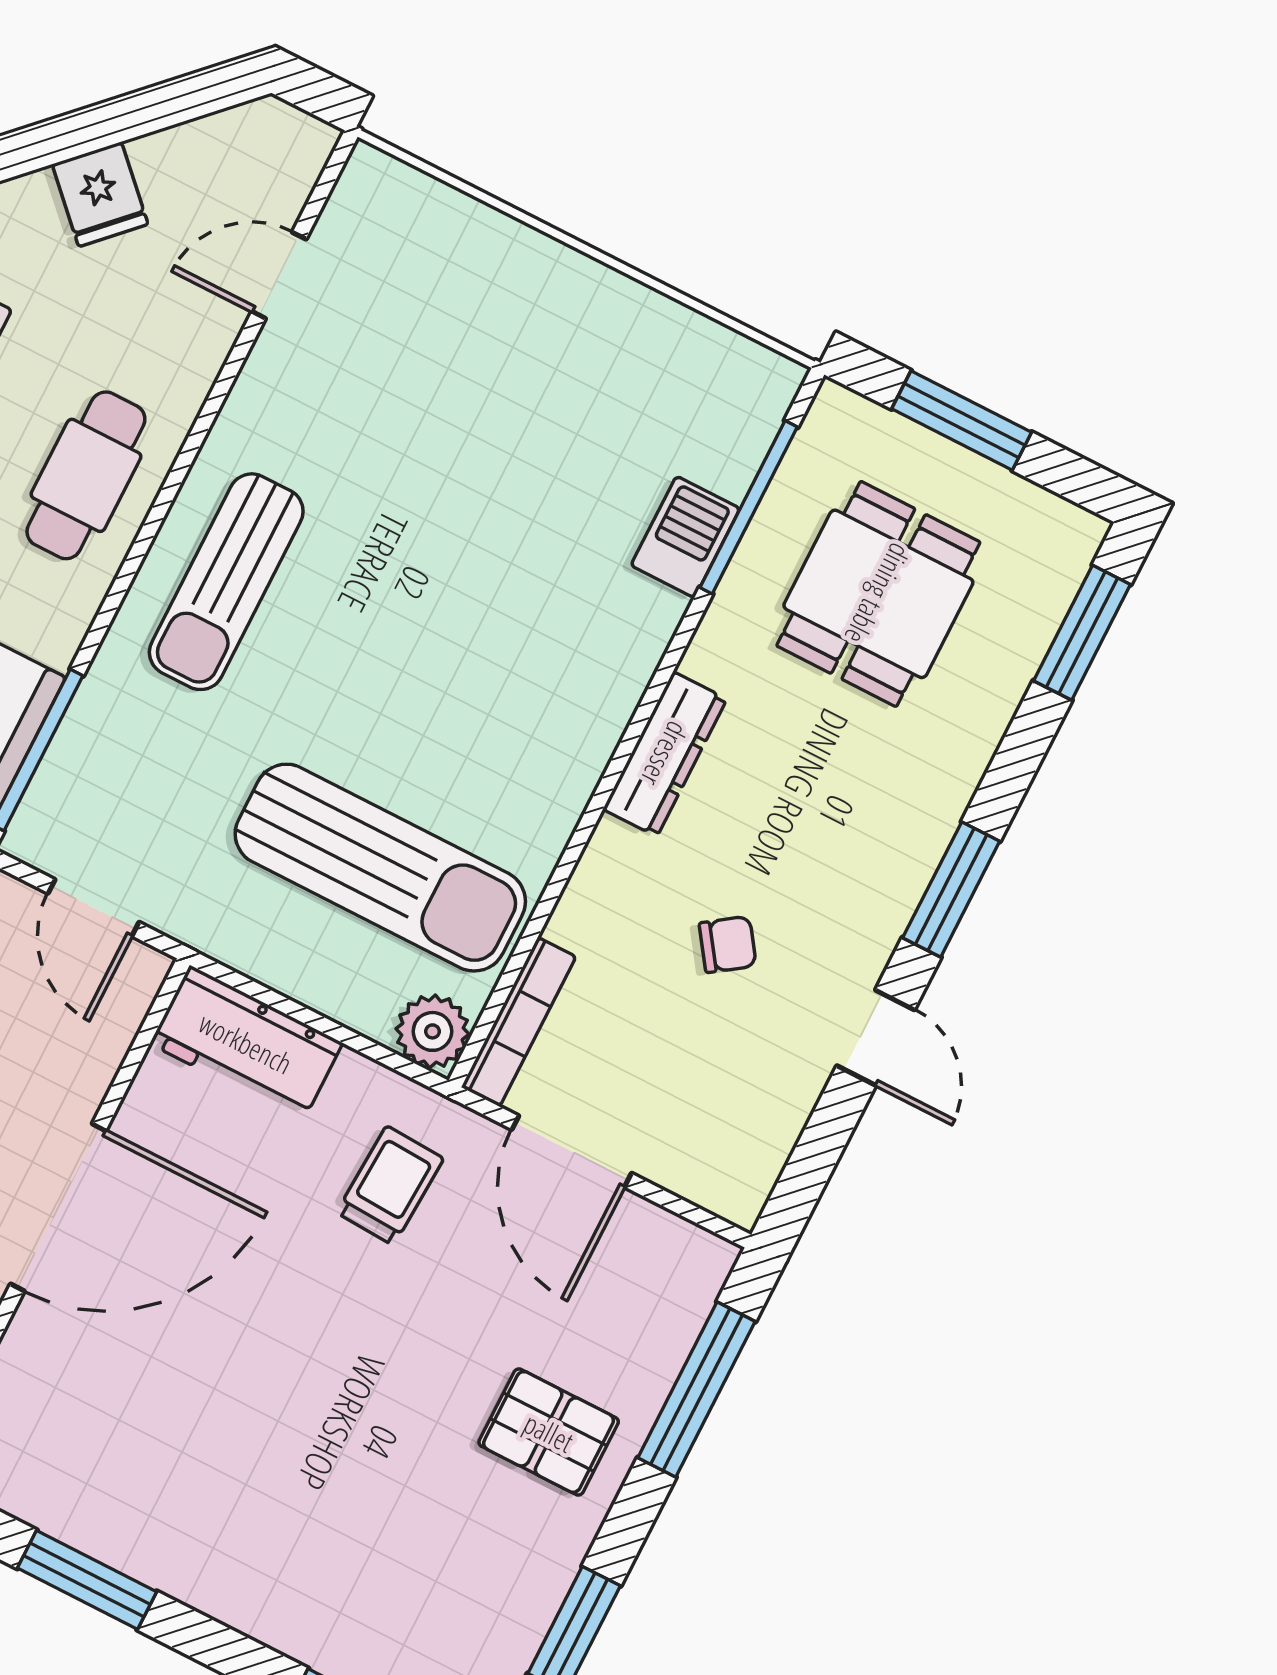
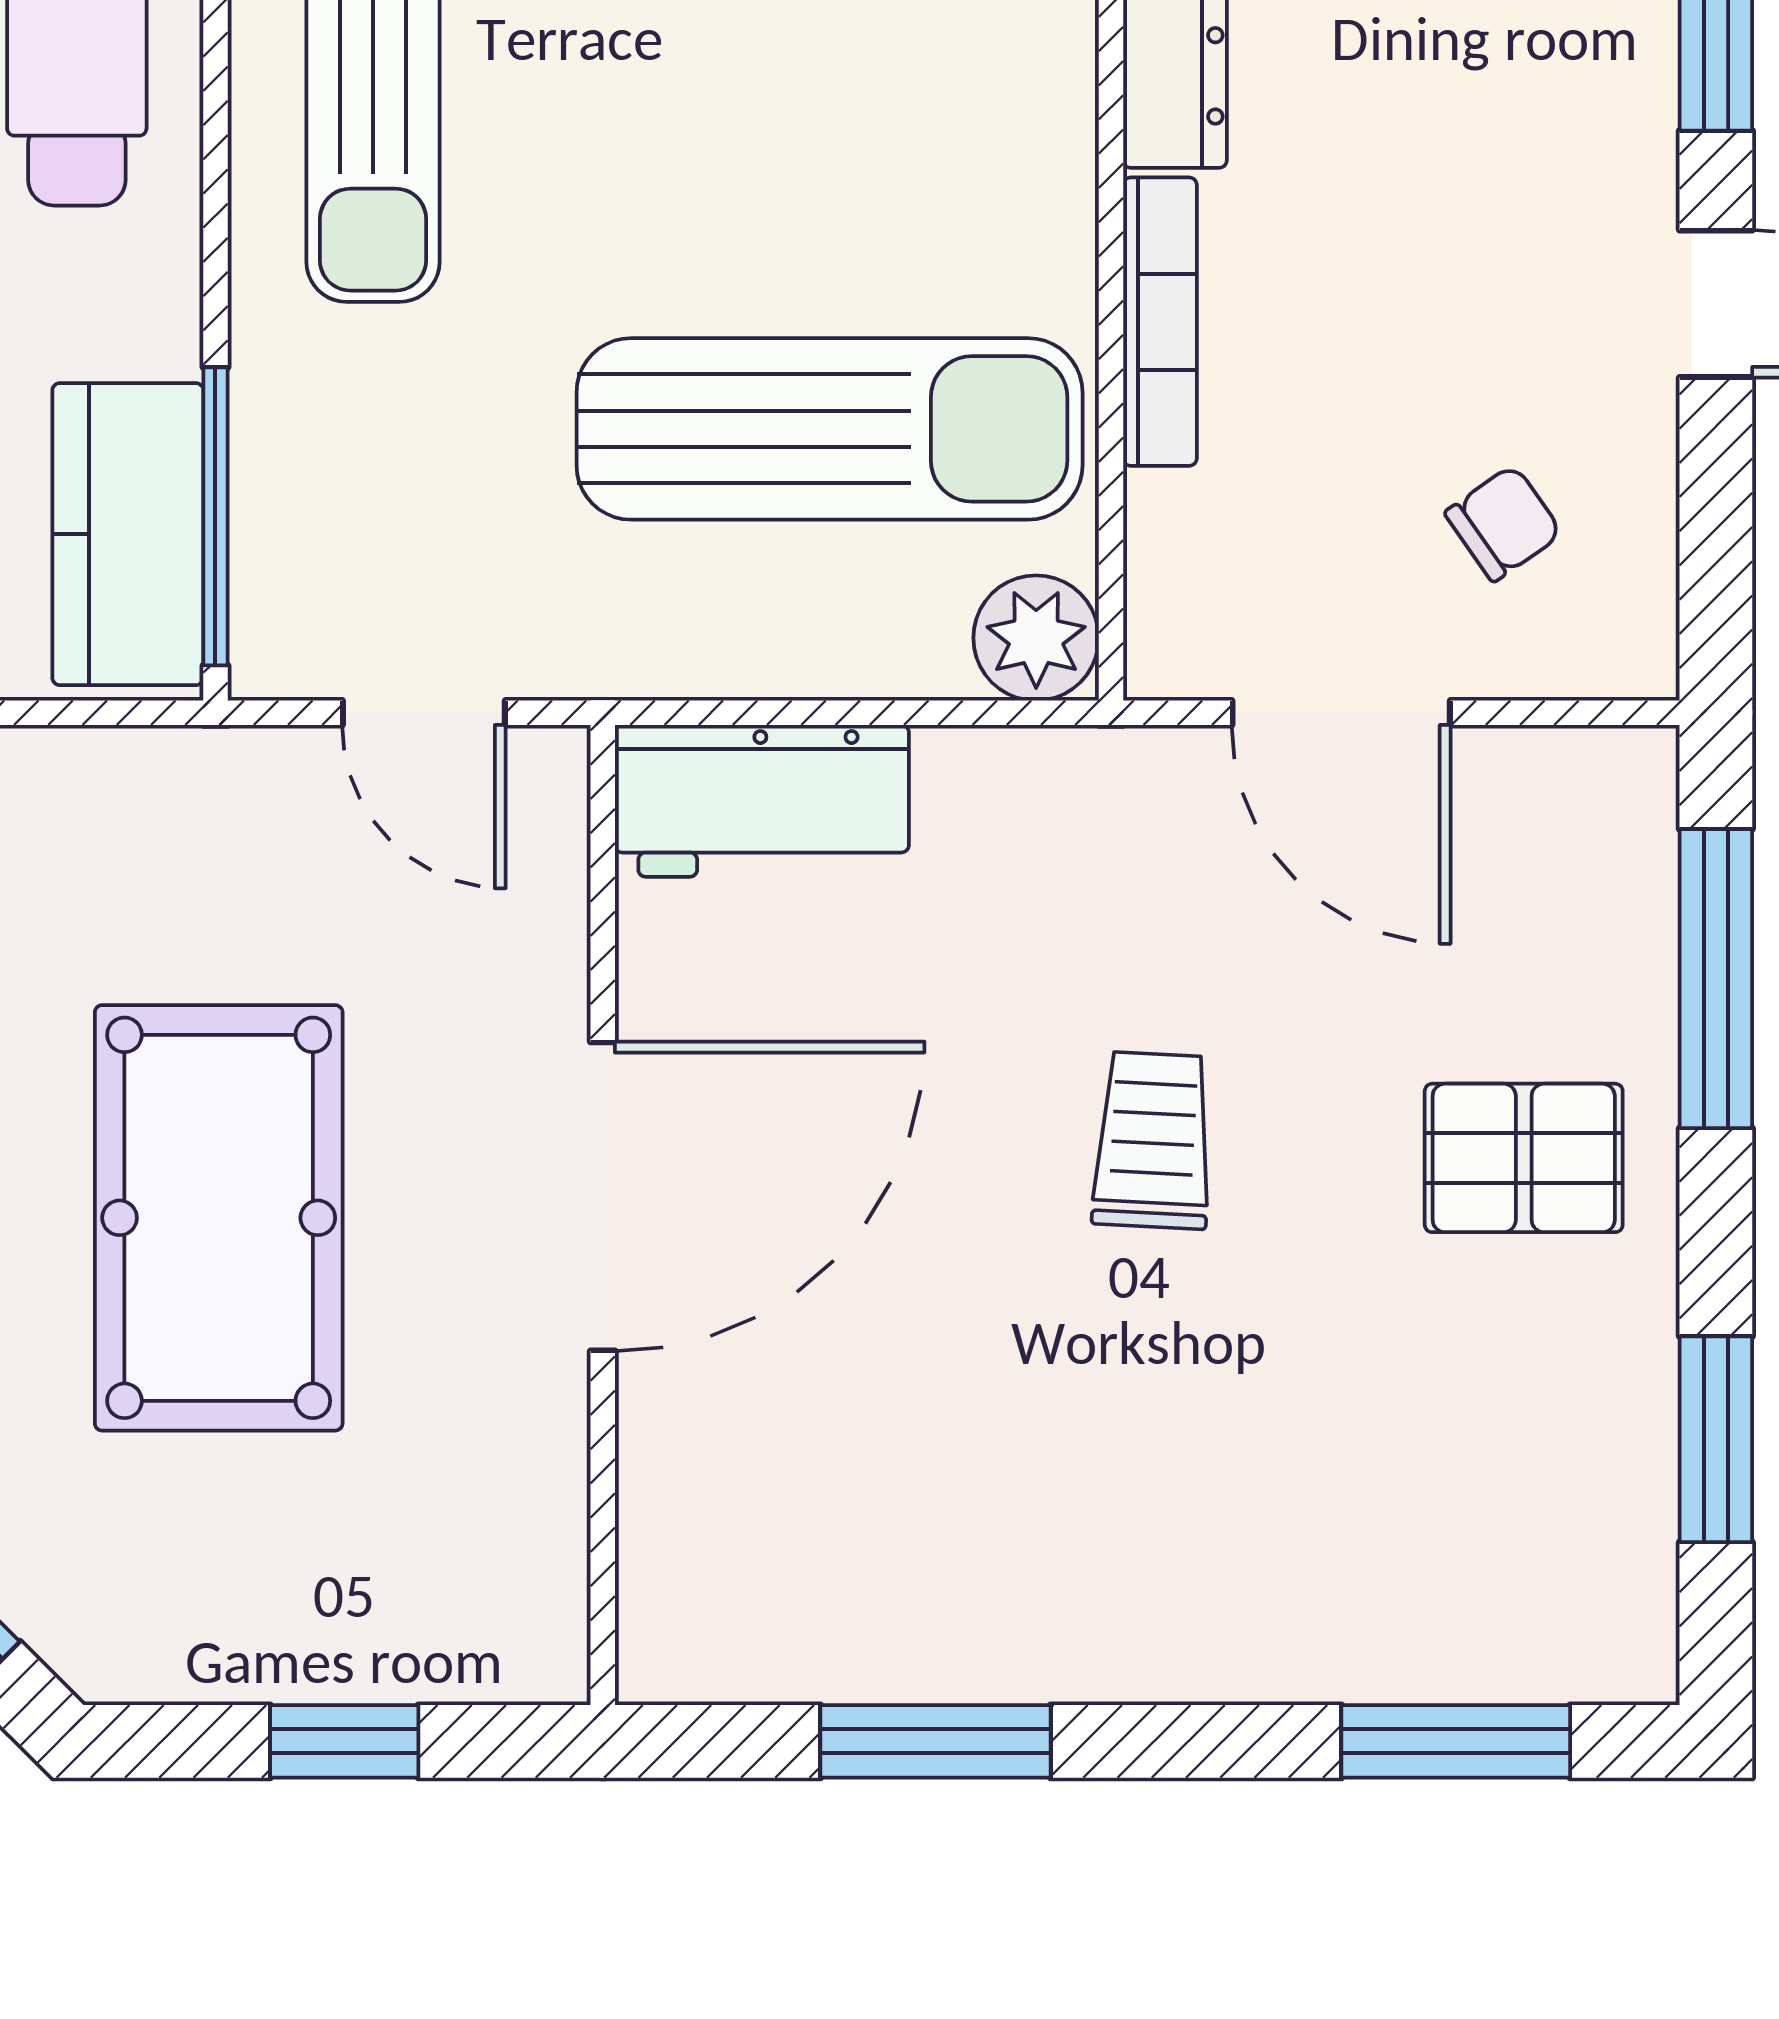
chair: (728, 944) -> (1504, 523), moved
bookcase: (519, 1022) -> (1160, 322), moved
trolley: (390, 1185) -> (1153, 1140), moved

